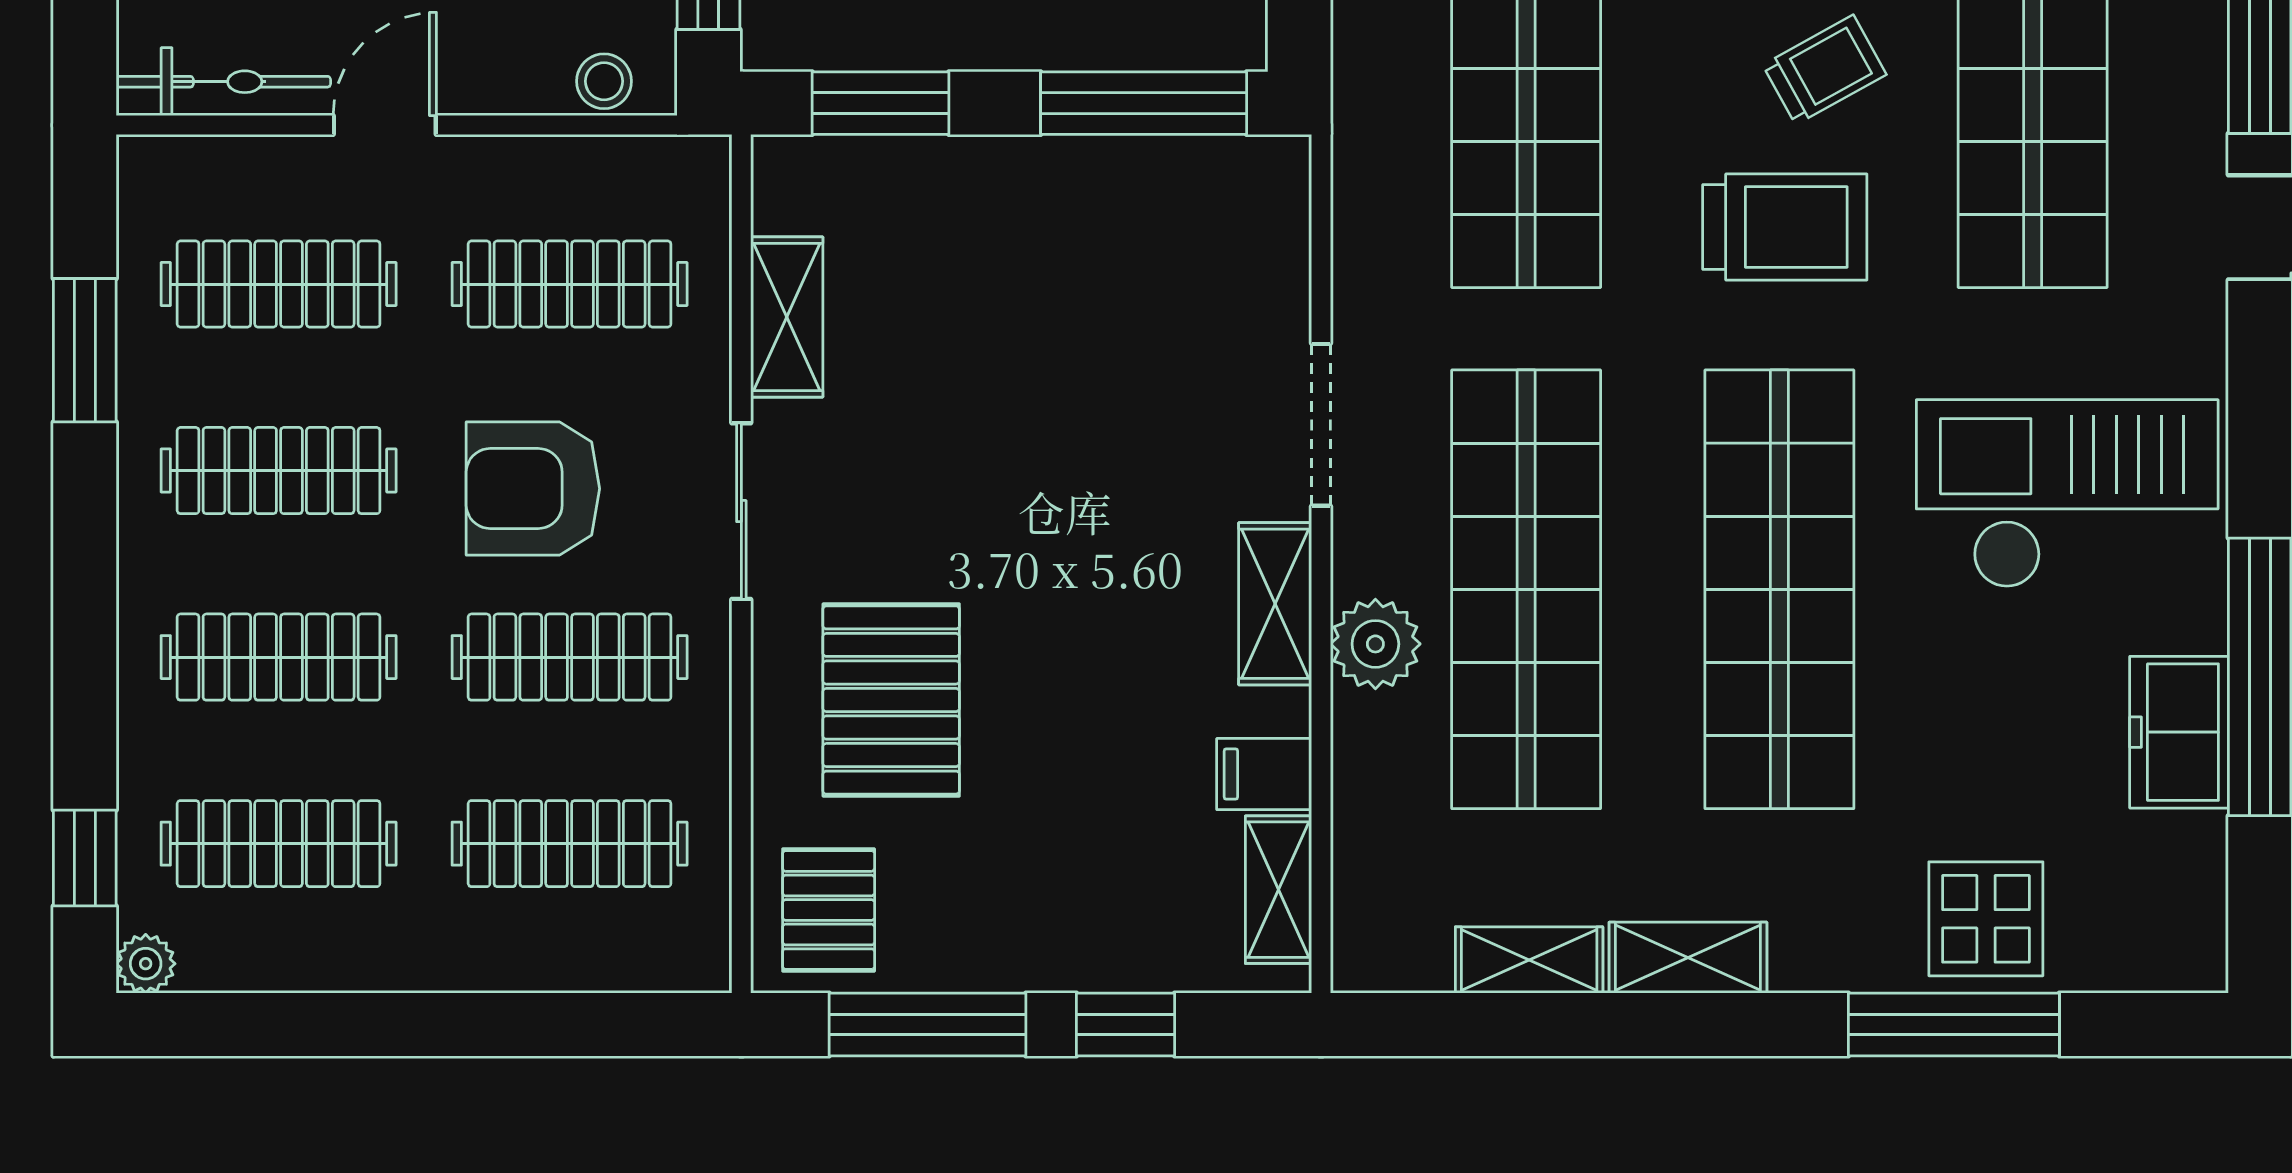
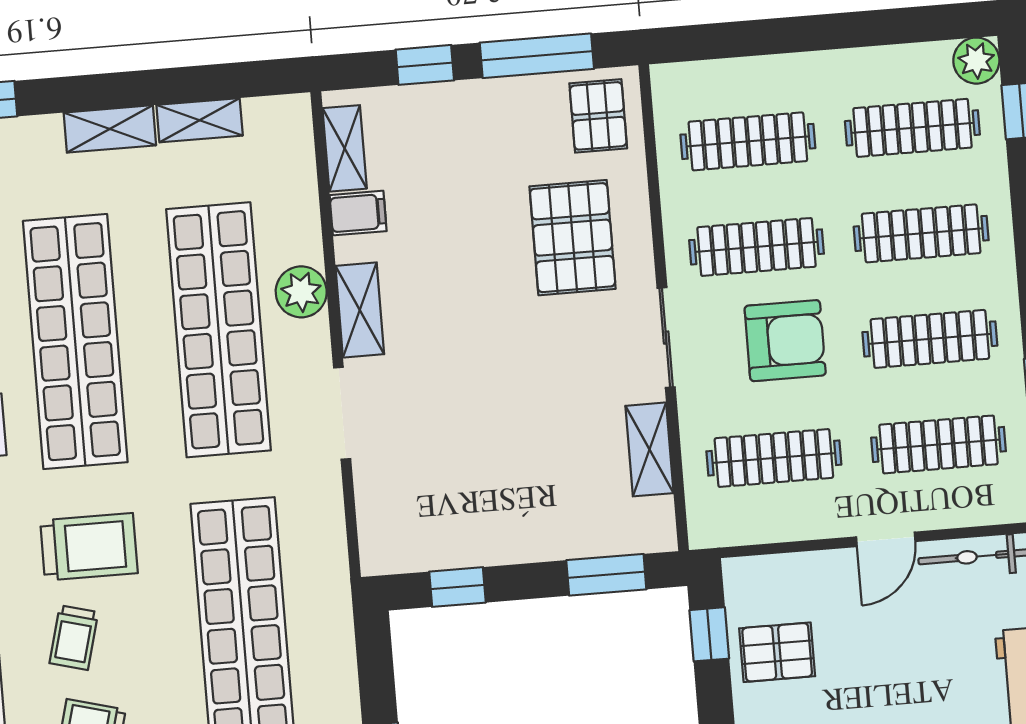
trolley: (1825, 70) -> (74, 638), turned -46
stool: (604, 81) -> (764, 574), removed
window: (1144, 103) -> (457, 587), width x0.46
trolley: (1785, 227) -> (89, 547), turned 180
plant: (146, 964) -> (976, 61), width x1.38, depth x1.38

